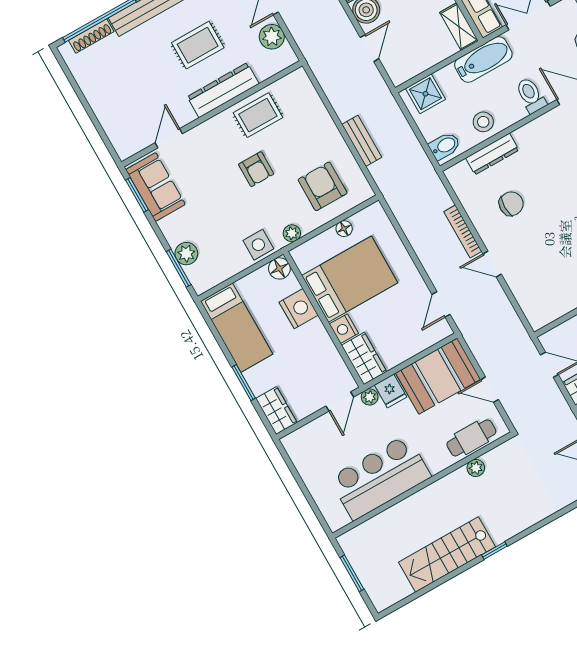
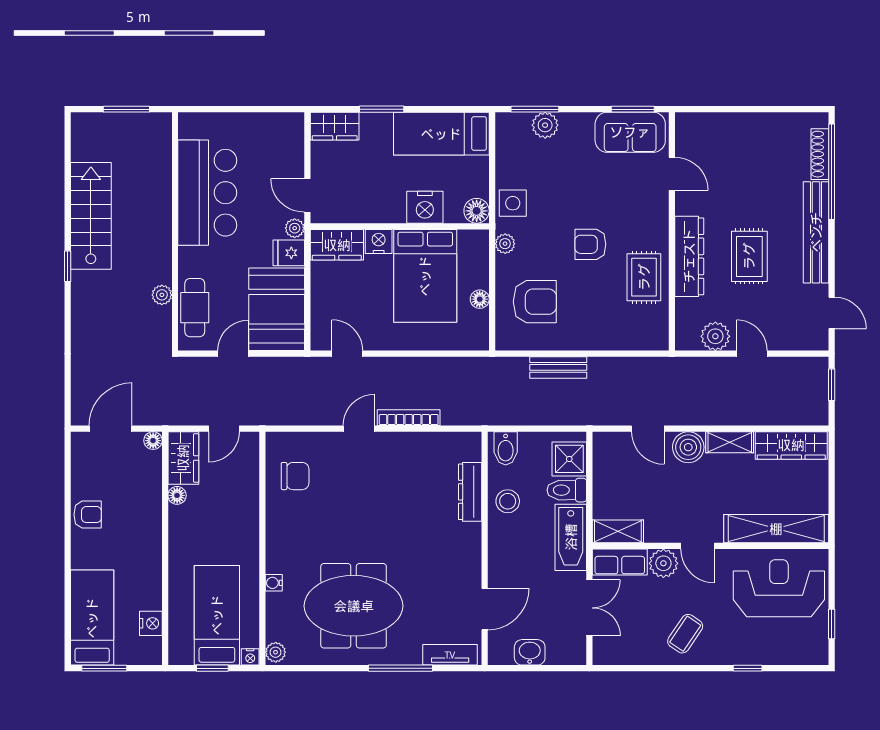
toilet: (531, 95) -> (567, 490), moved, turned 180
chair: (511, 204) -> (295, 476), moved, turned -90

